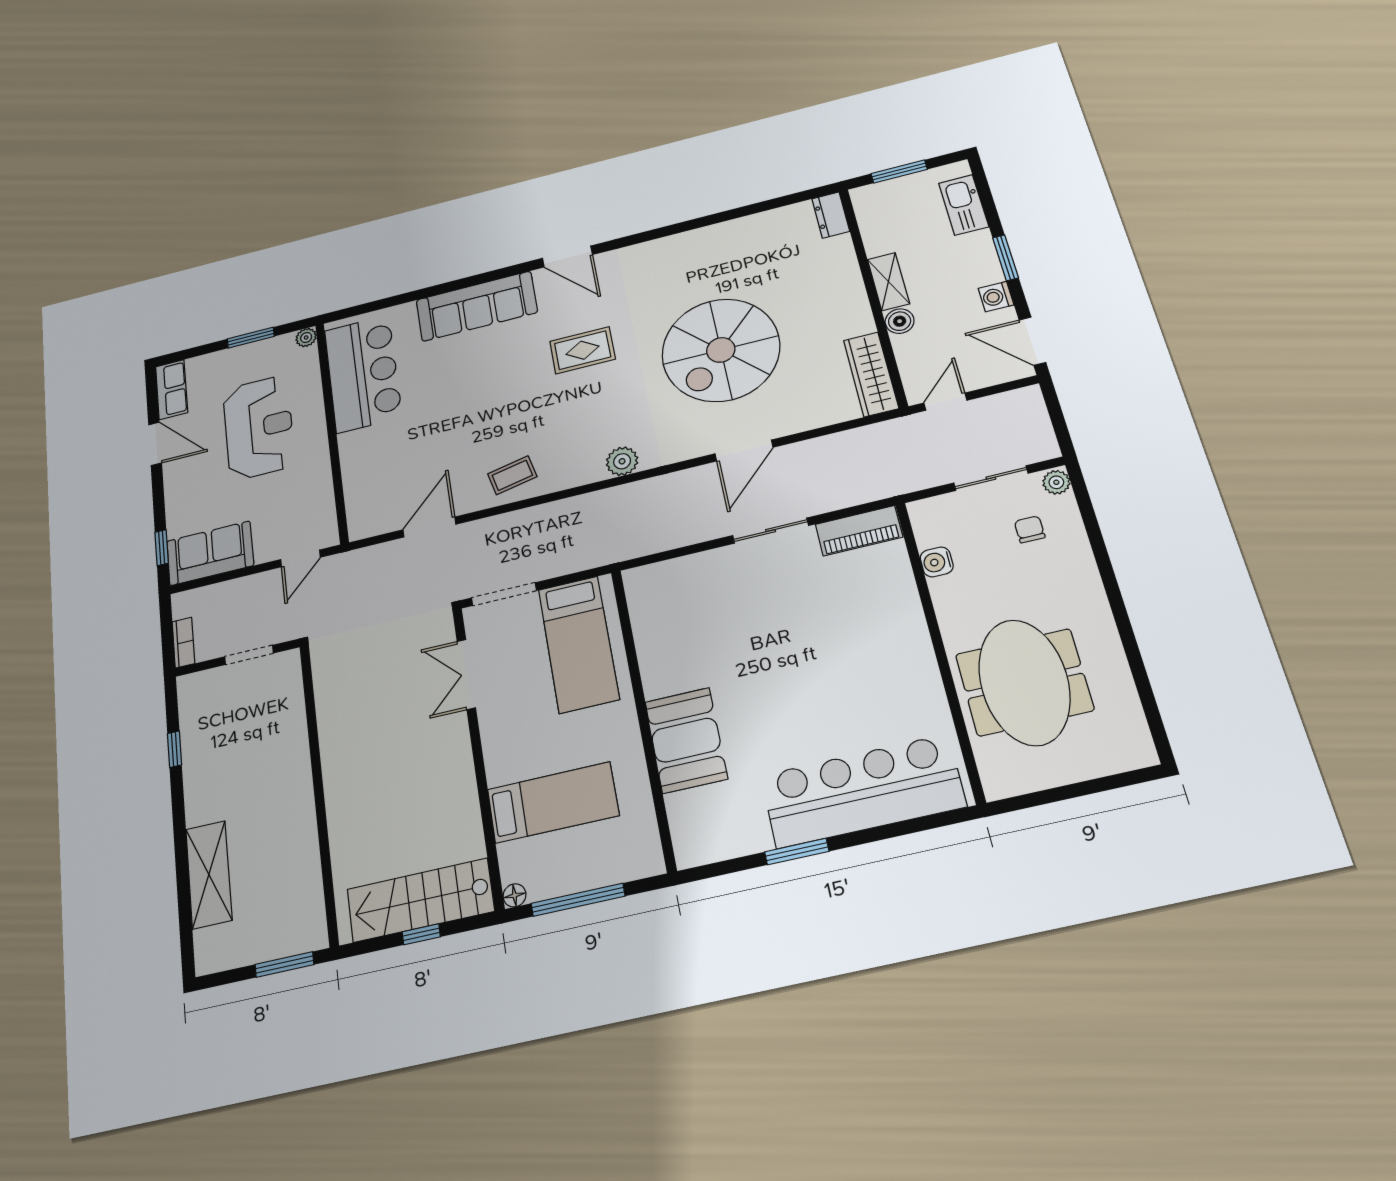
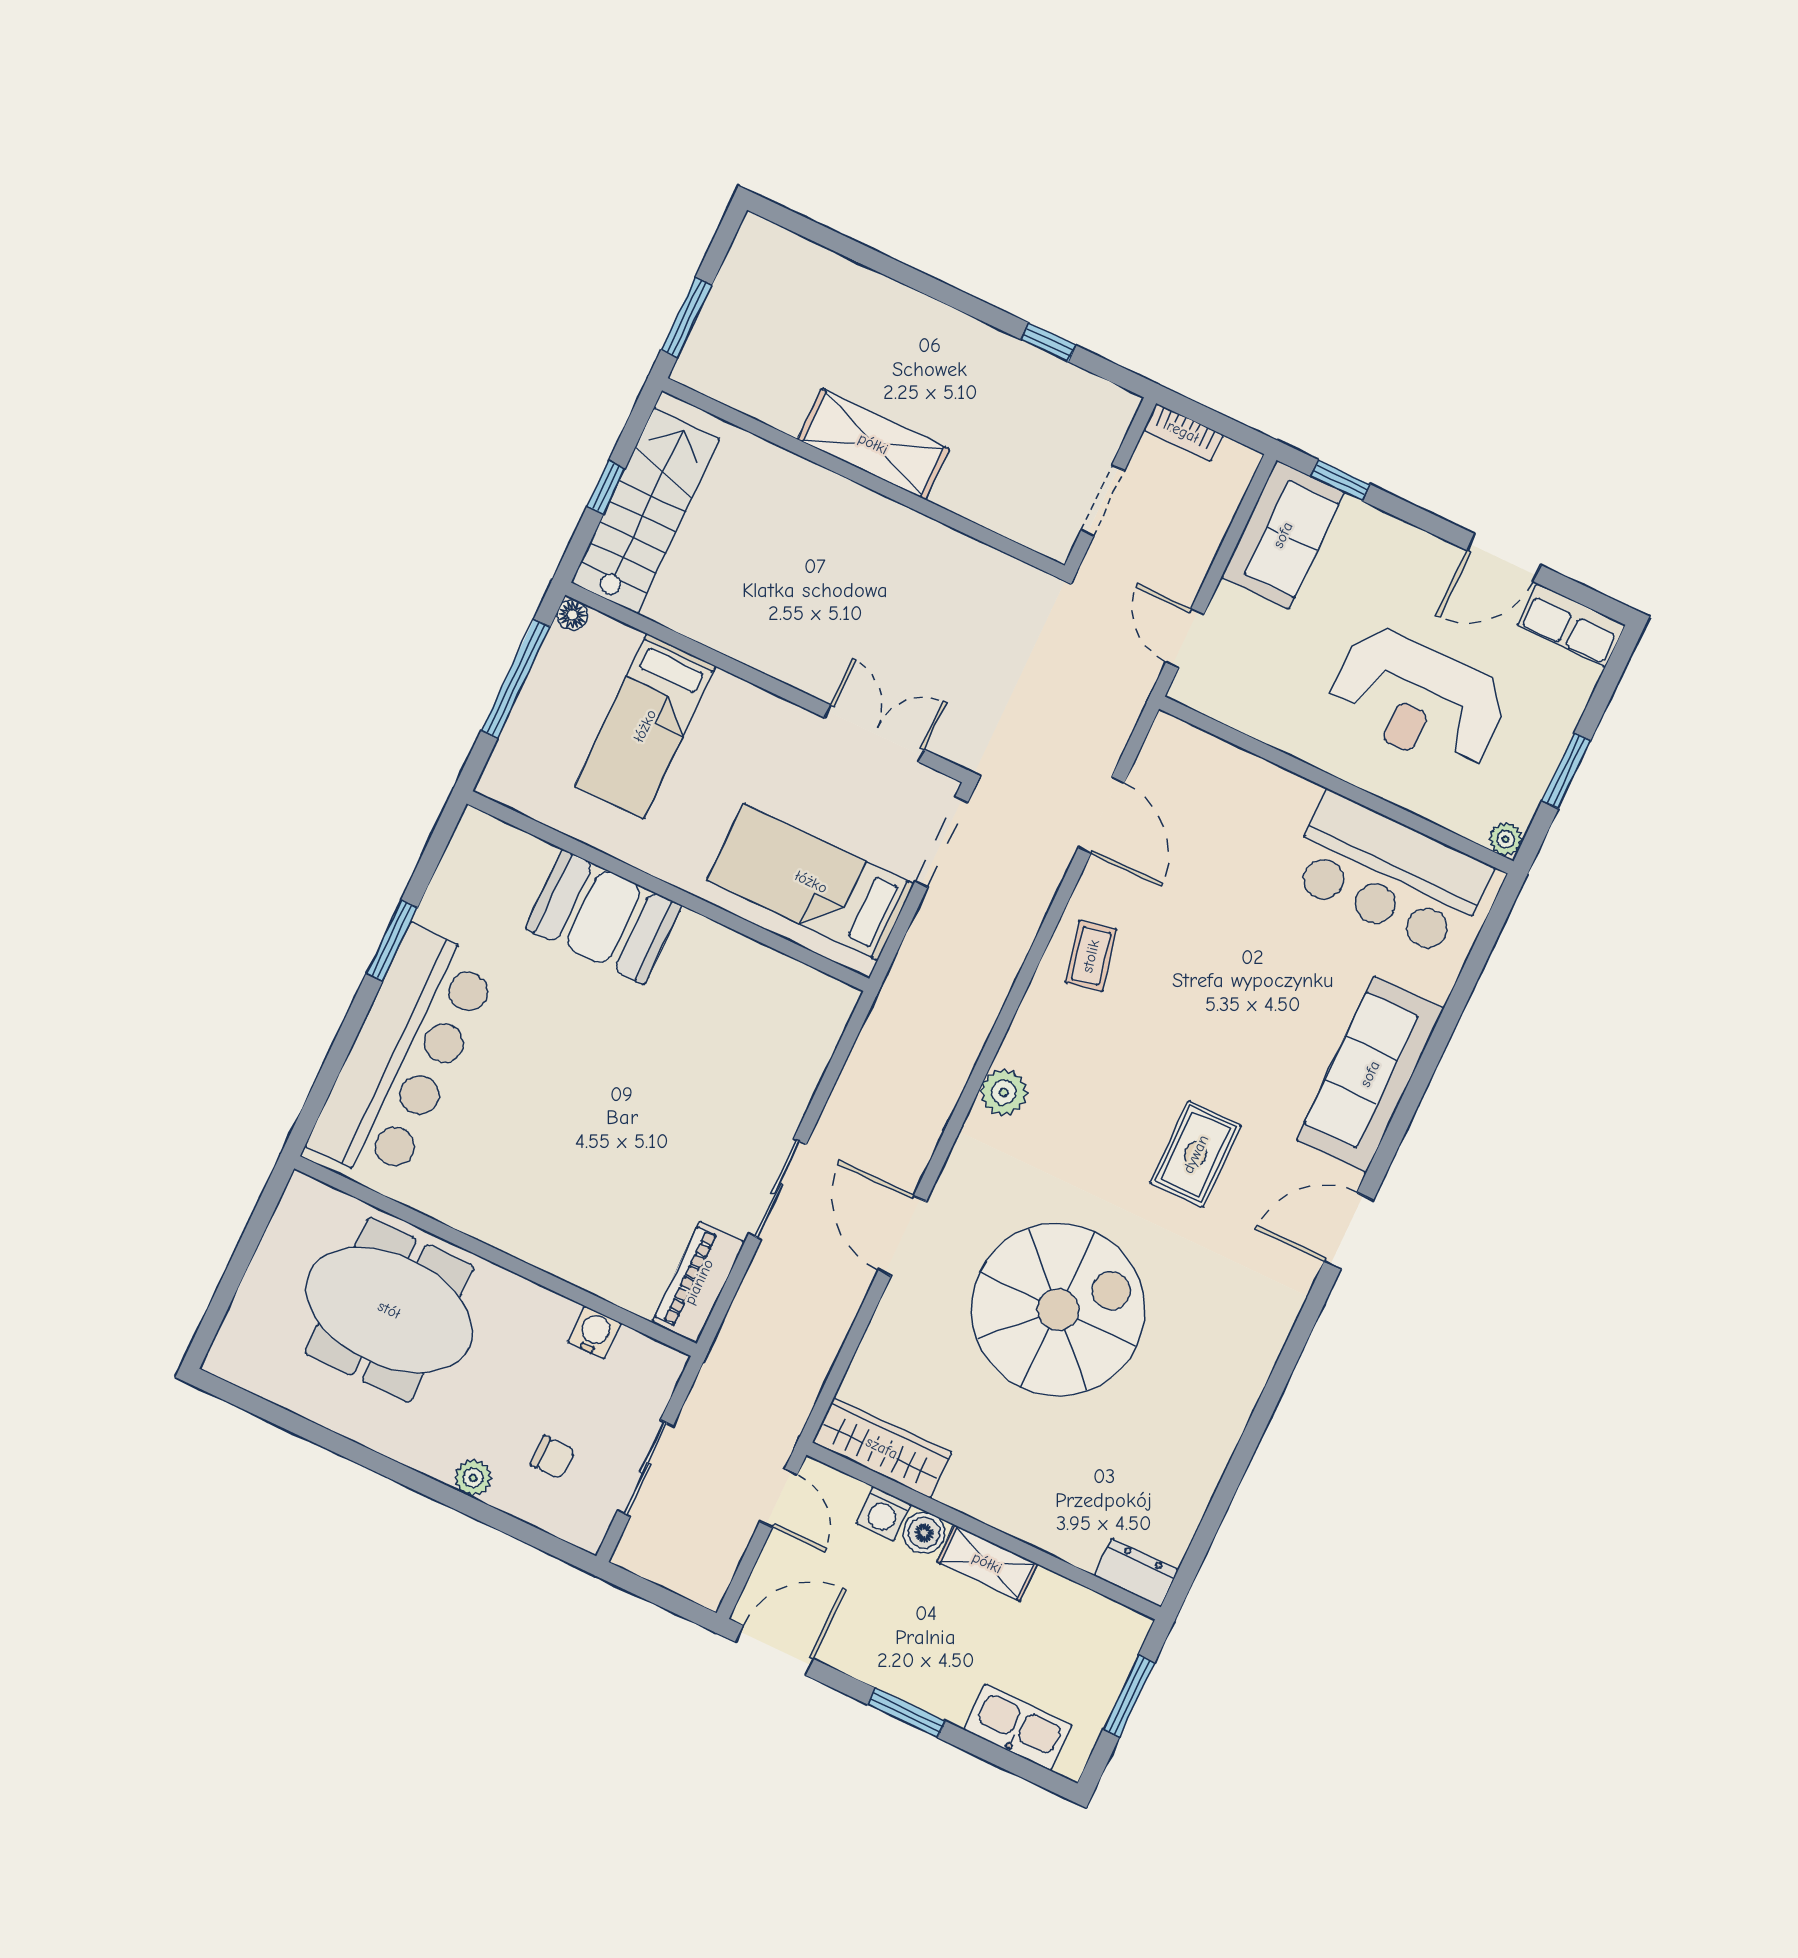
washing machine: (996, 297) -> (883, 1514), moved, turned 180
spiral stairs: (721, 350) -> (1058, 1310), turned 90
plant: (1056, 482) -> (473, 1478), moved
shelving: (209, 874) -> (873, 444), moved

